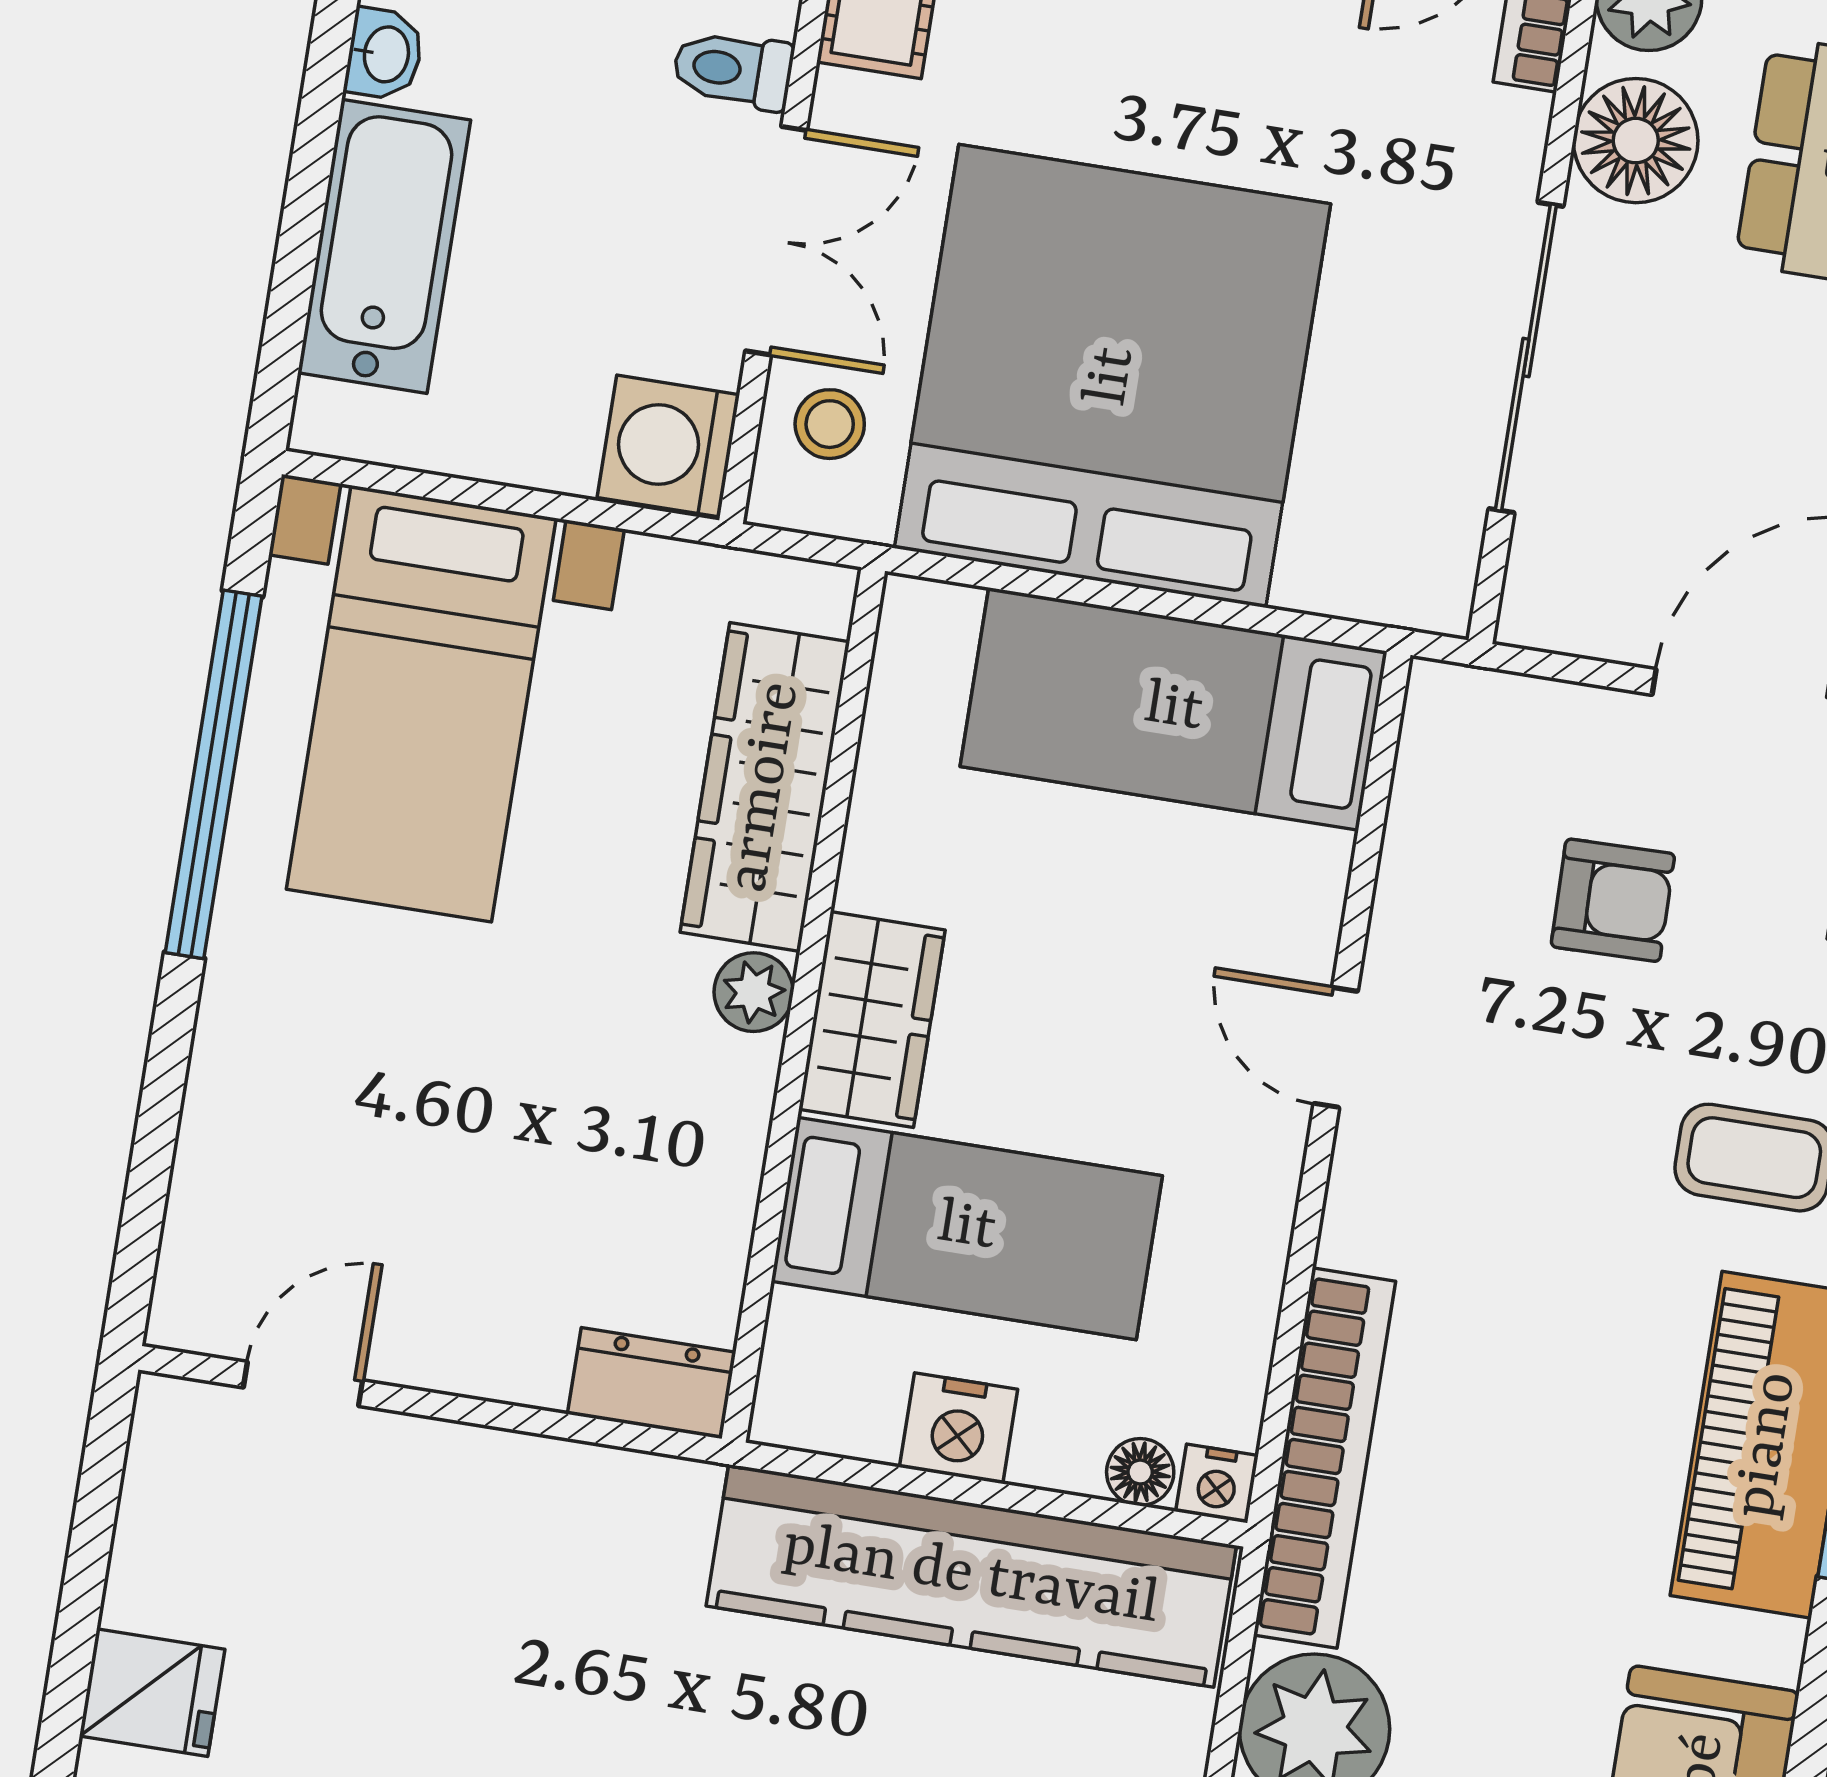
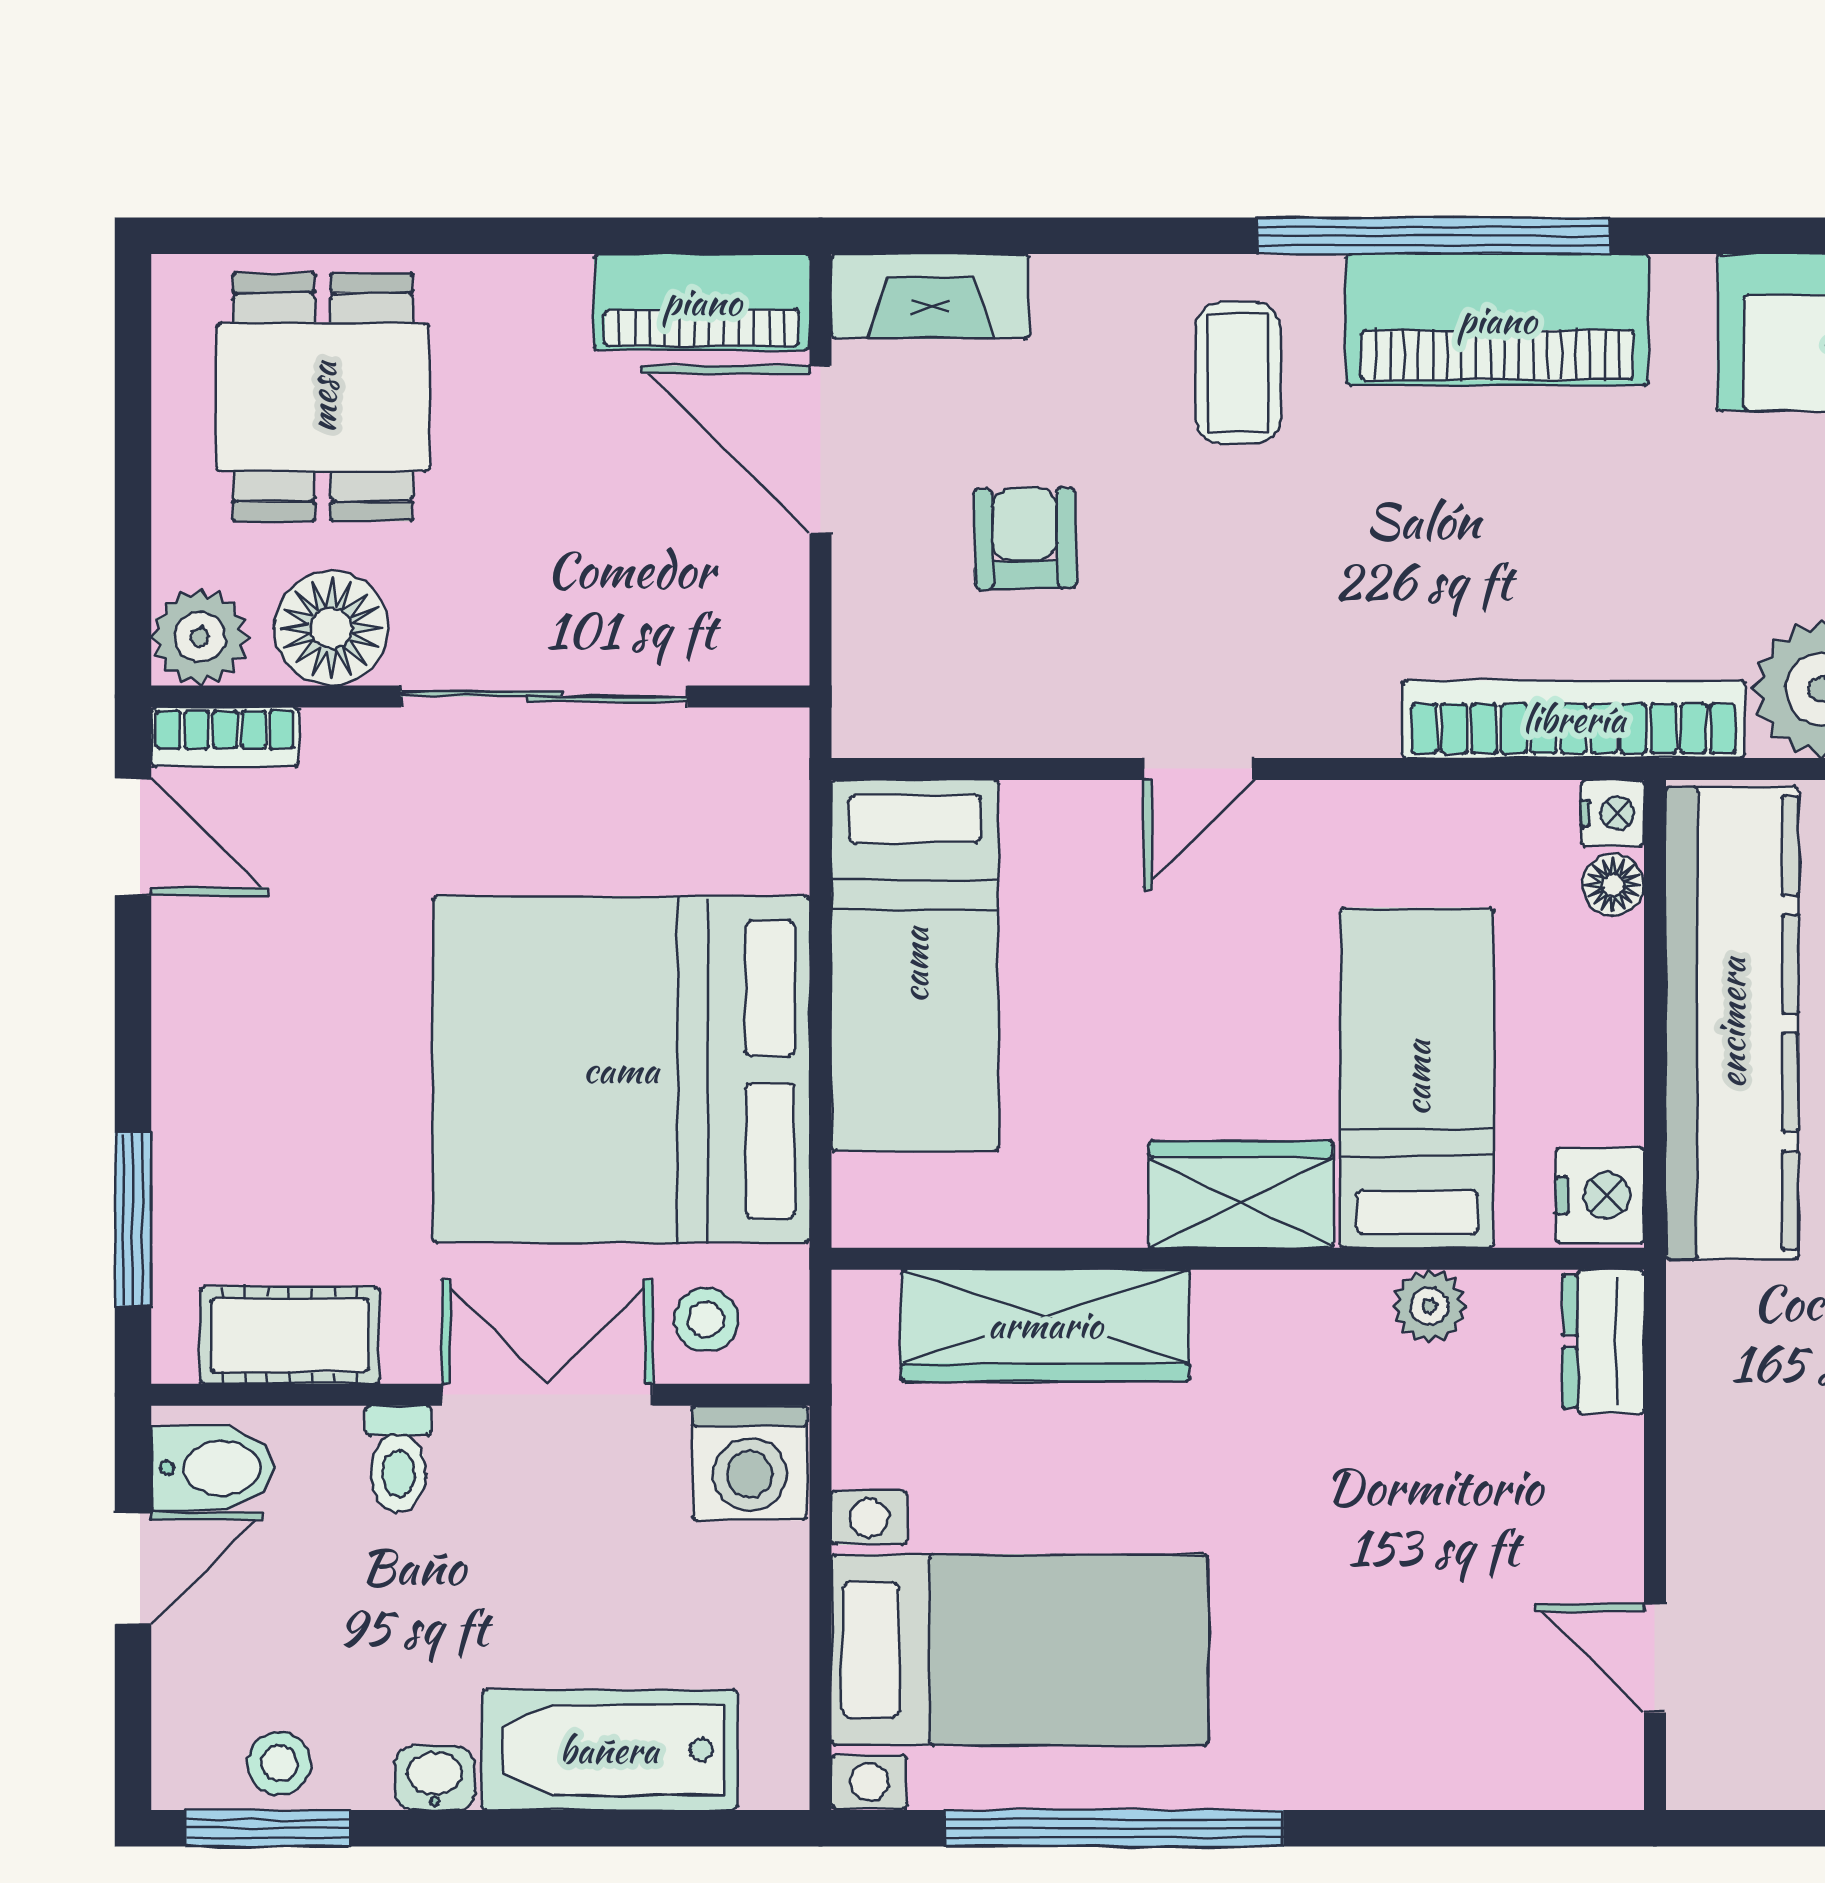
plant: (754, 992) -> (1429, 1306), moved
nightstand: (959, 1428) -> (1600, 1195), moved

